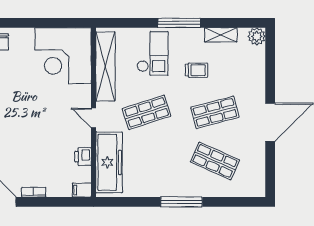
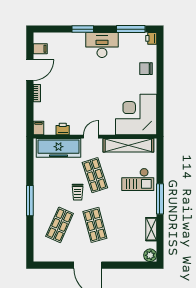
trolley: (197, 70) -> (78, 192), moved

